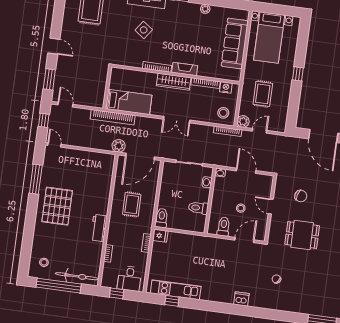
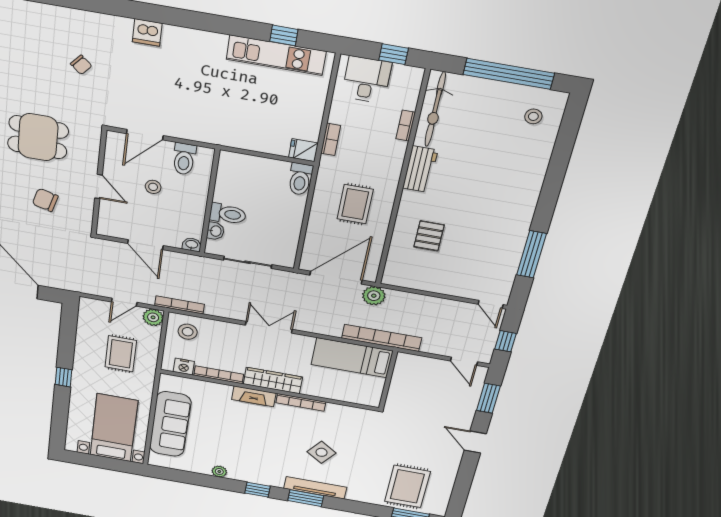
pallet: (57, 206) -> (429, 236), moved, width x0.49, depth x0.50
toilet: (198, 208) -> (228, 214), moved
bicycle: (77, 276) -> (435, 109), moved, turned -90

